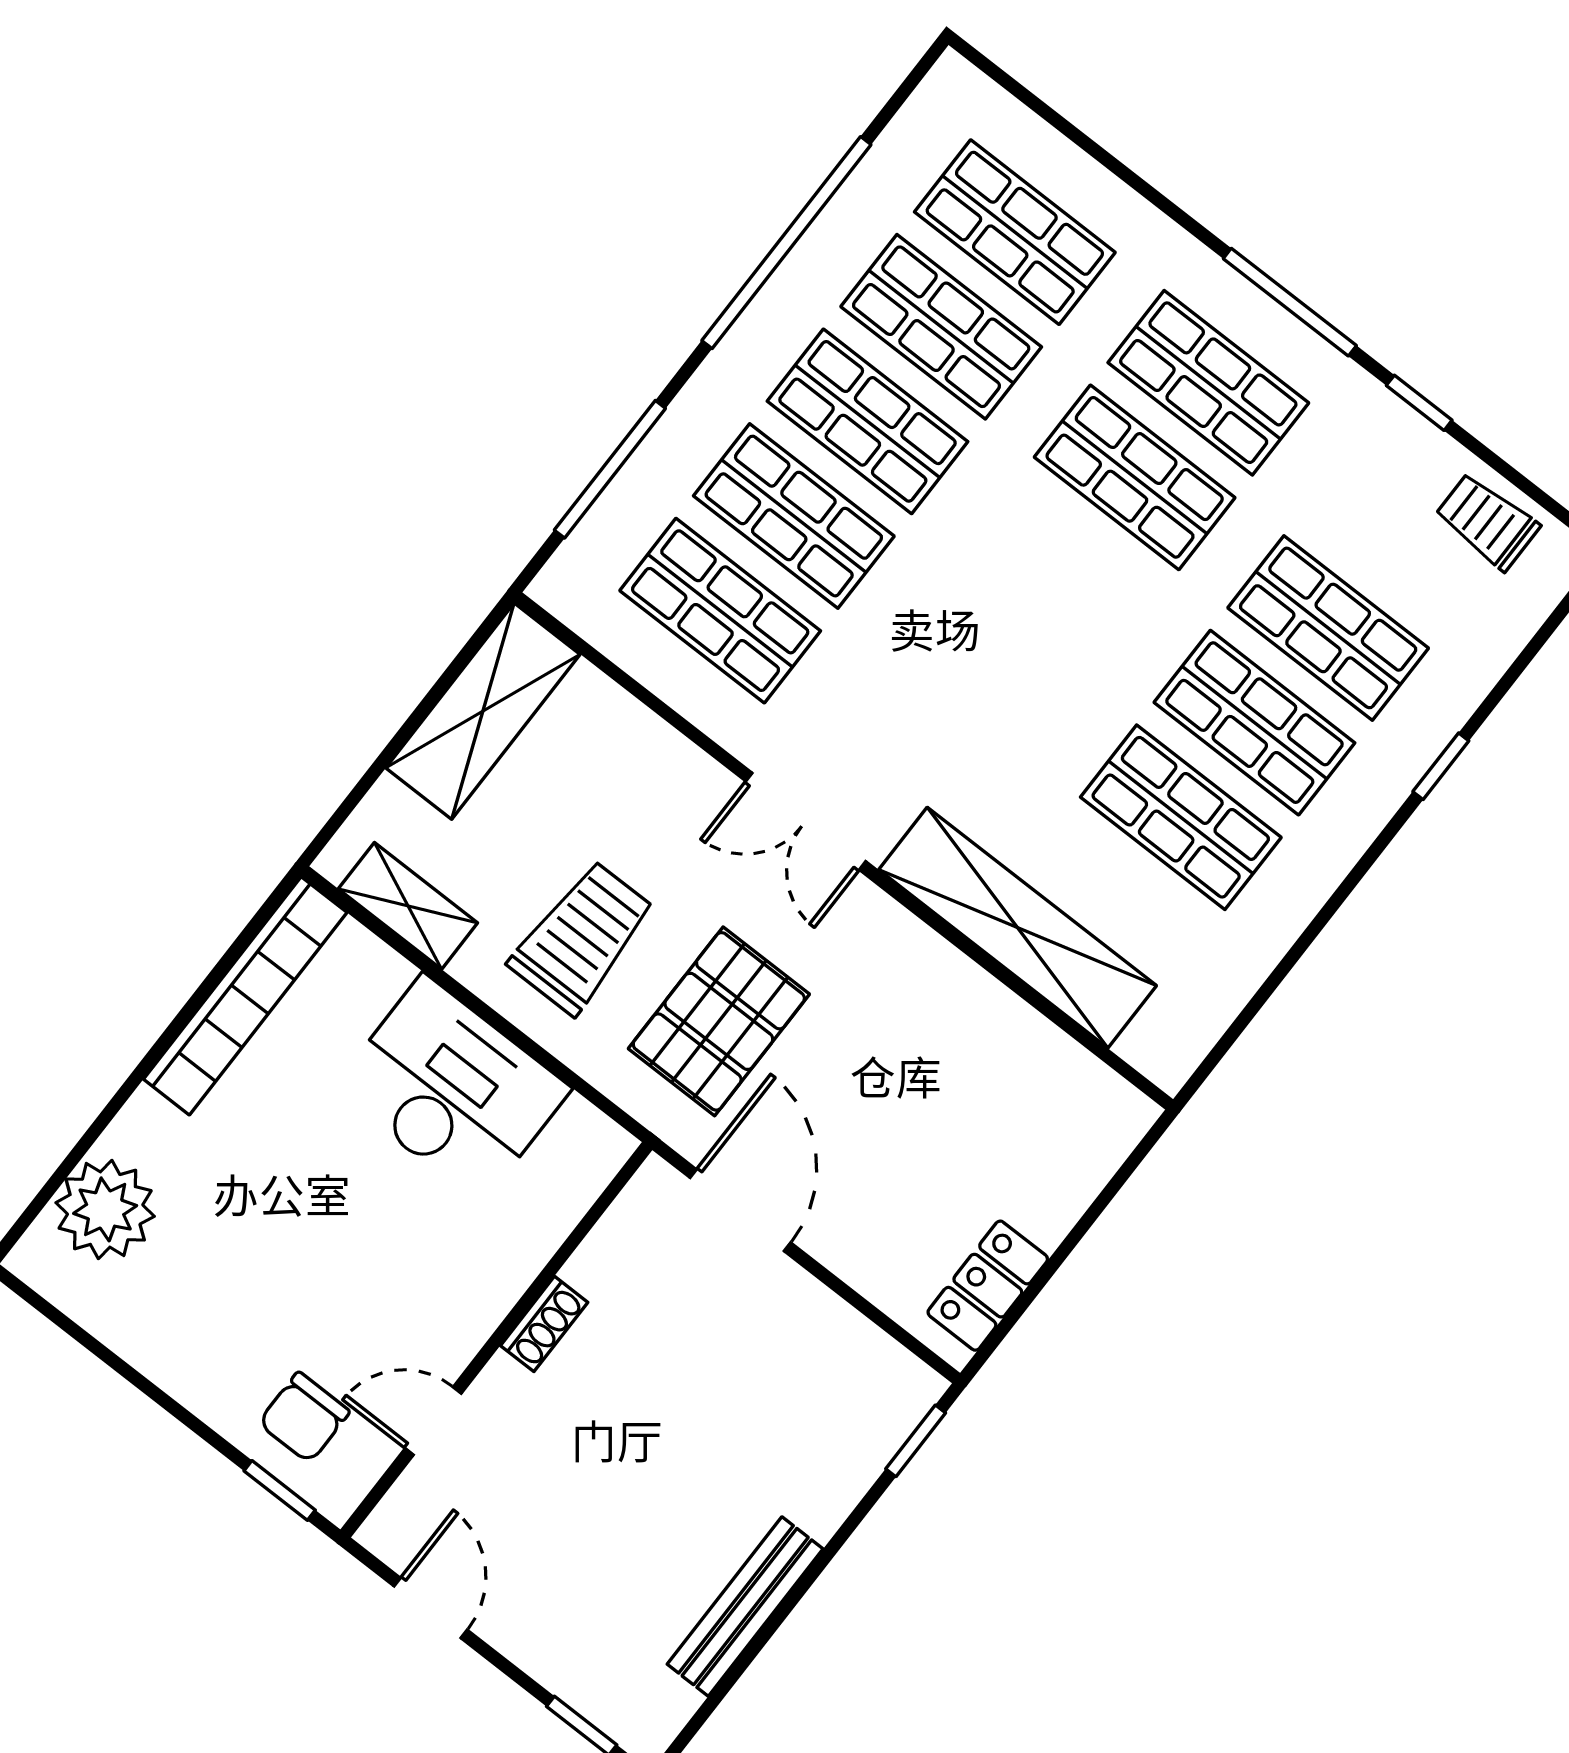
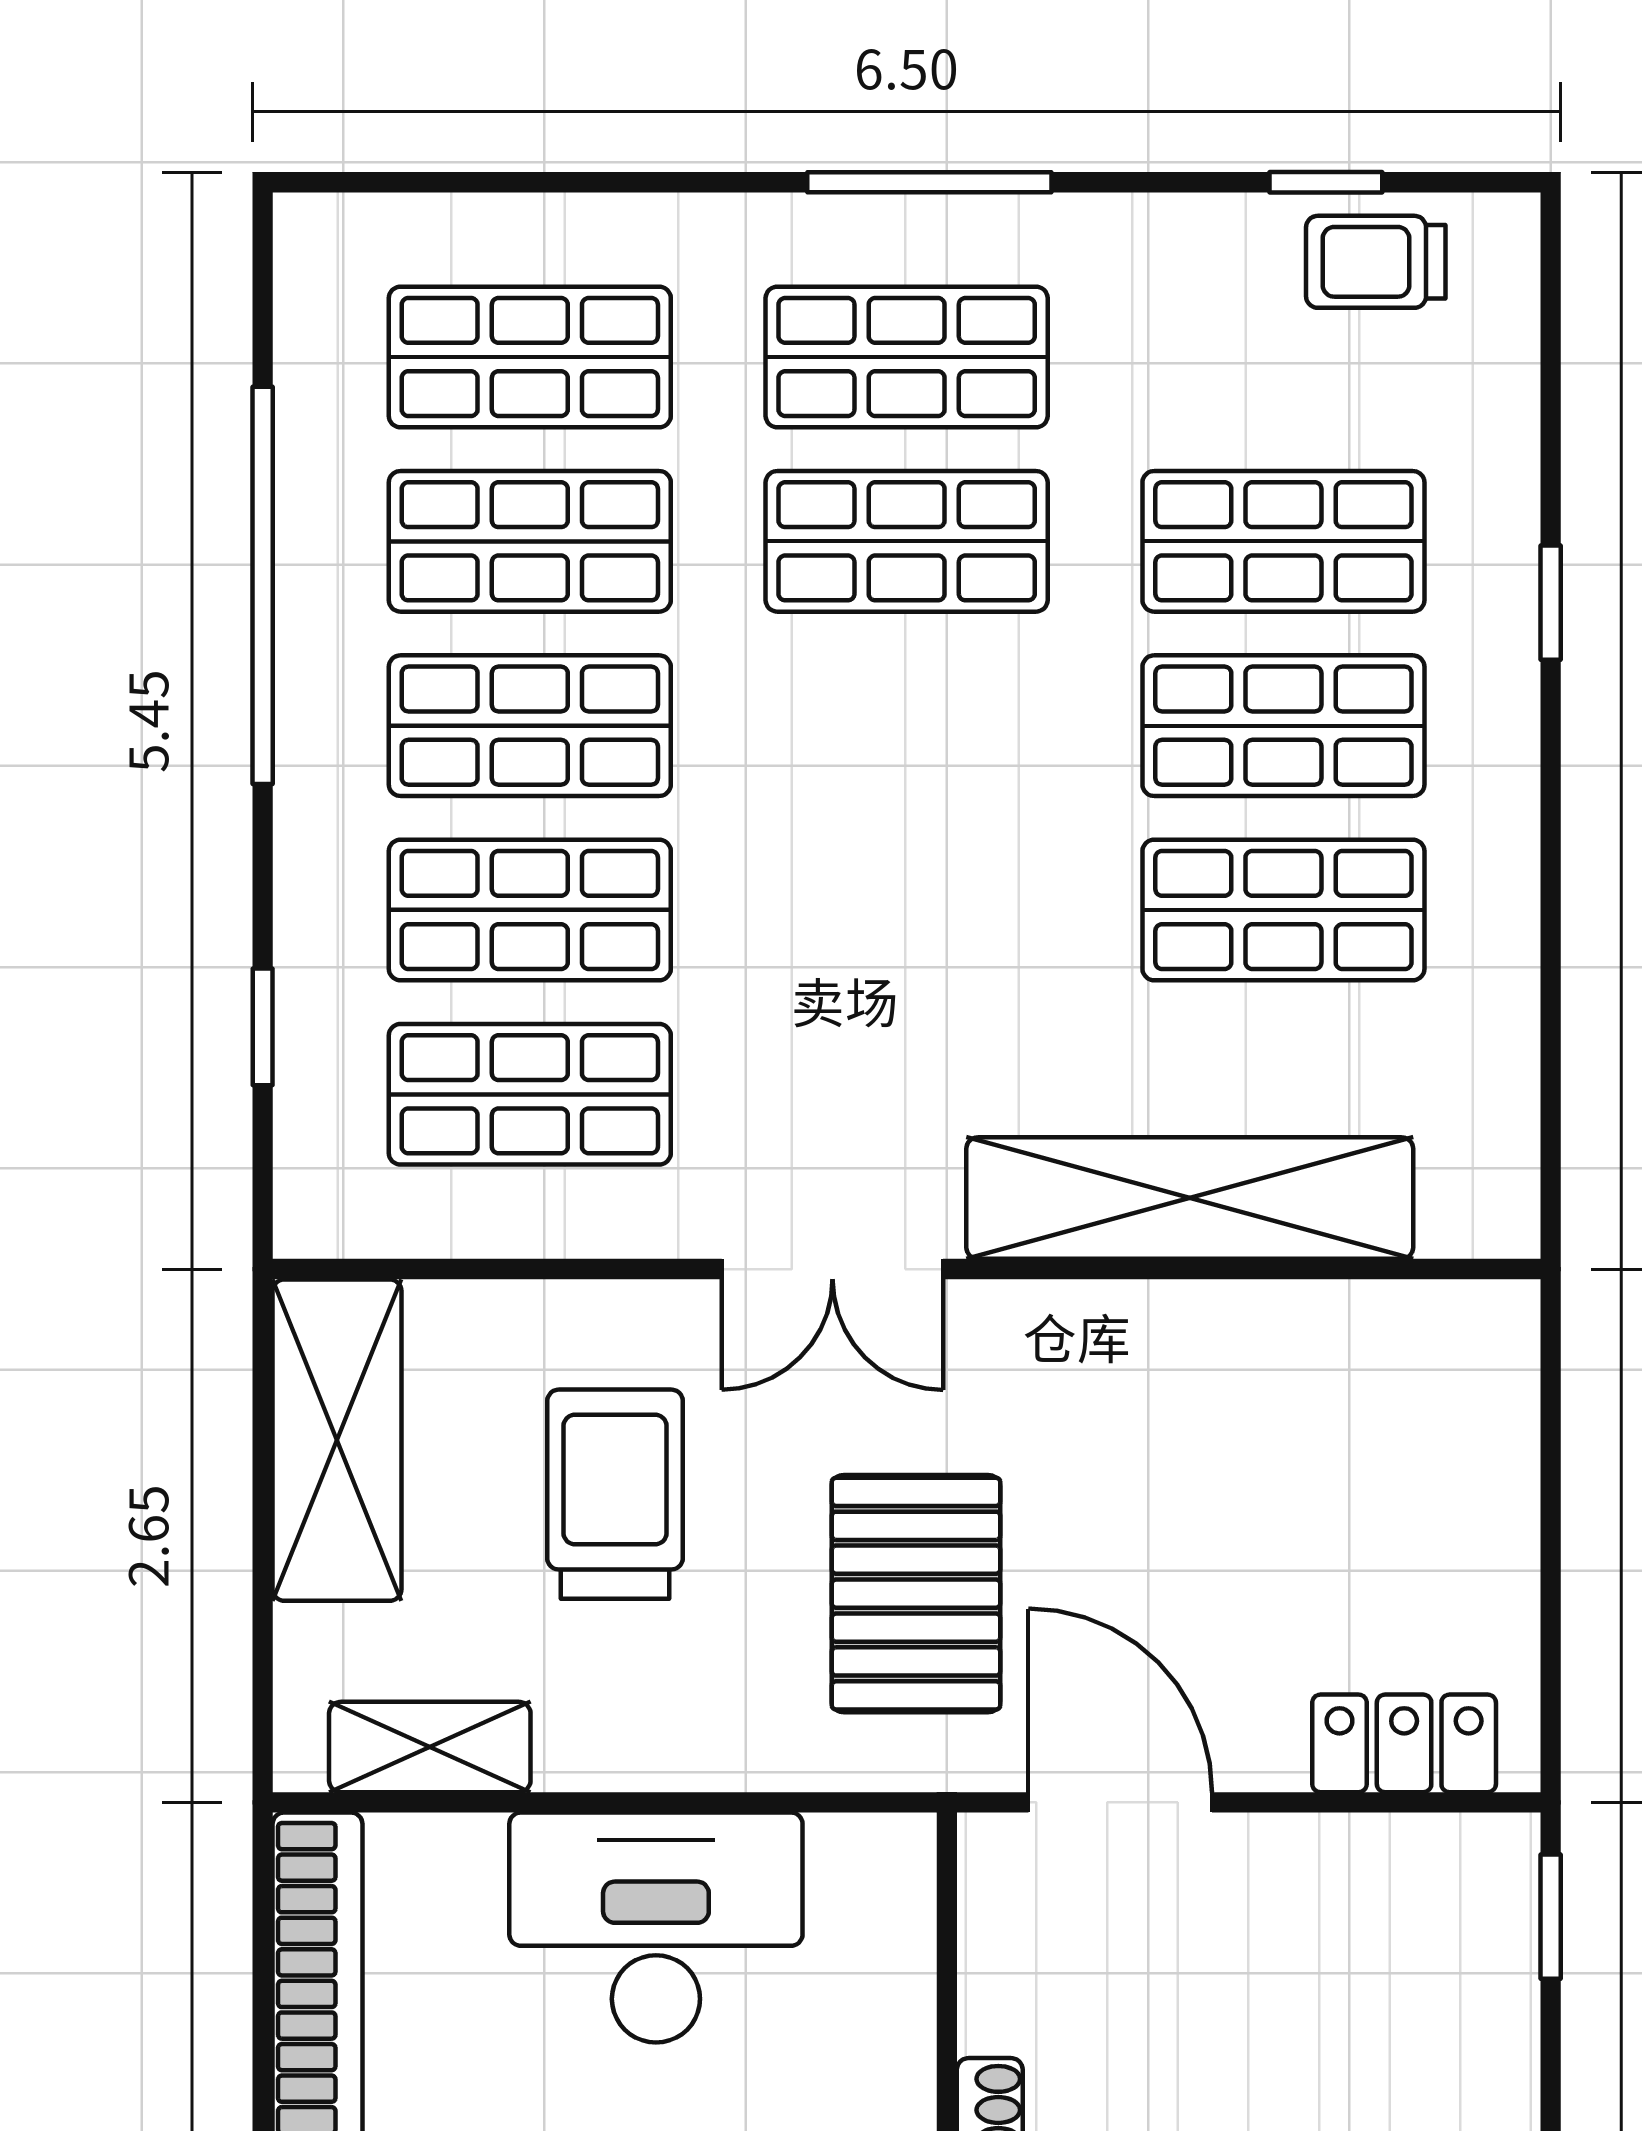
window: (1419, 403) -> (1326, 182), moved
window: (610, 469) -> (263, 1027), width x0.46
trolley: (582, 937) -> (615, 1494), moved
locker: (988, 1286) -> (1404, 1743), moved, turned 90

